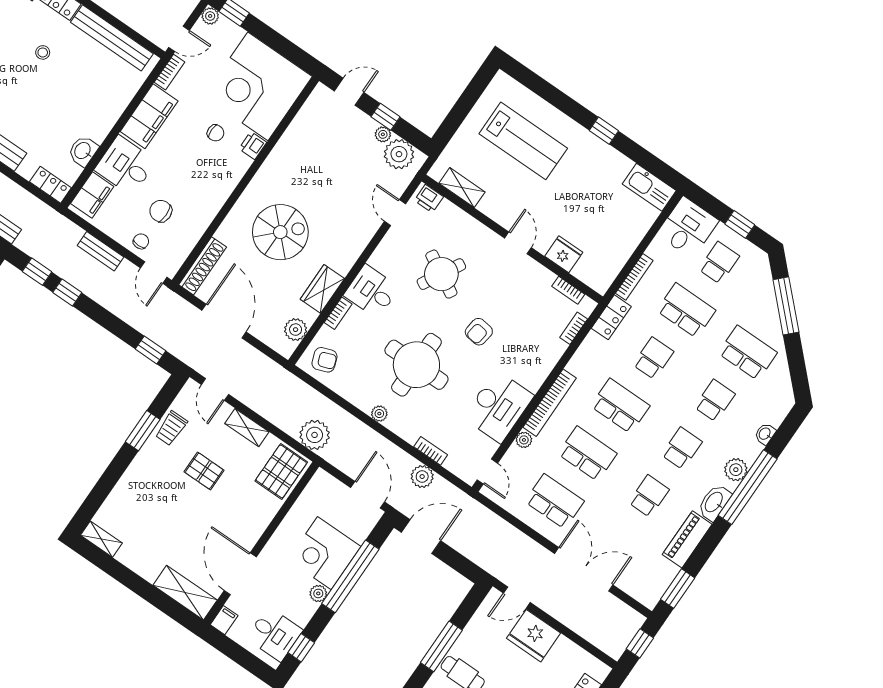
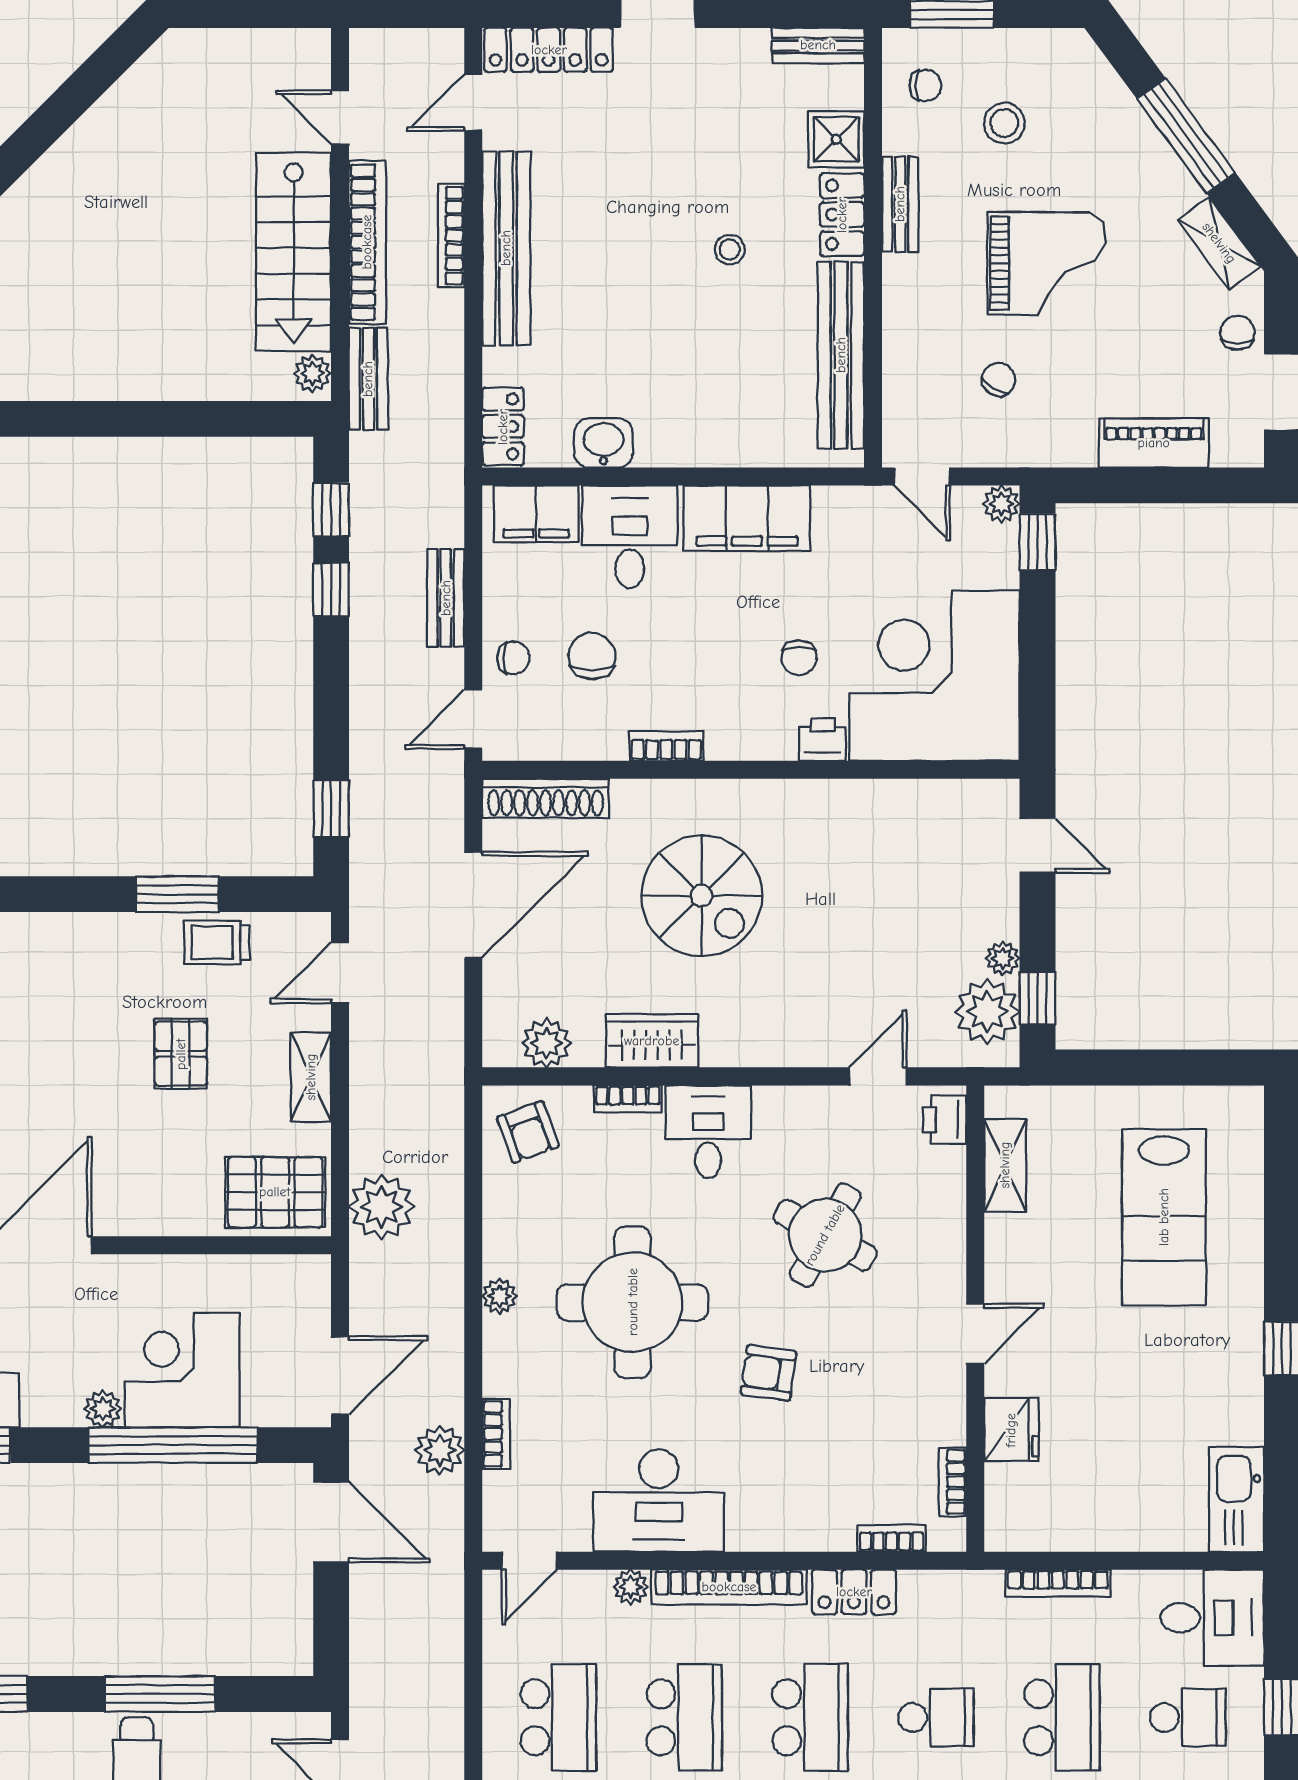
bookcase: (170, 72) -> (666, 746), moved, turned 180
window: (386, 117) -> (1038, 998), moved
locker: (611, 317) -> (854, 1592), moved

